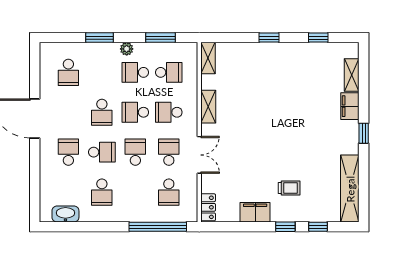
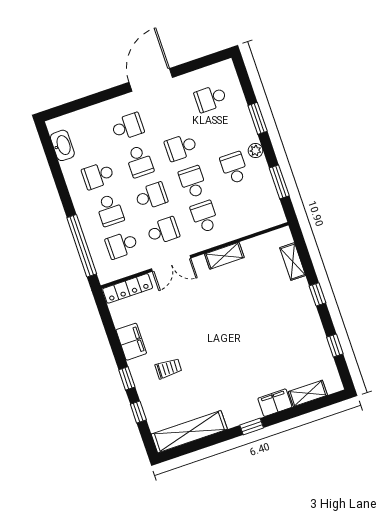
shelving: (208, 58) -> (293, 262), moved, turned 90
school desk: (169, 72) -> (110, 210), moved
trolley: (289, 188) -> (168, 368), turned -89
locker: (208, 207) -> (128, 288), width x1.53

